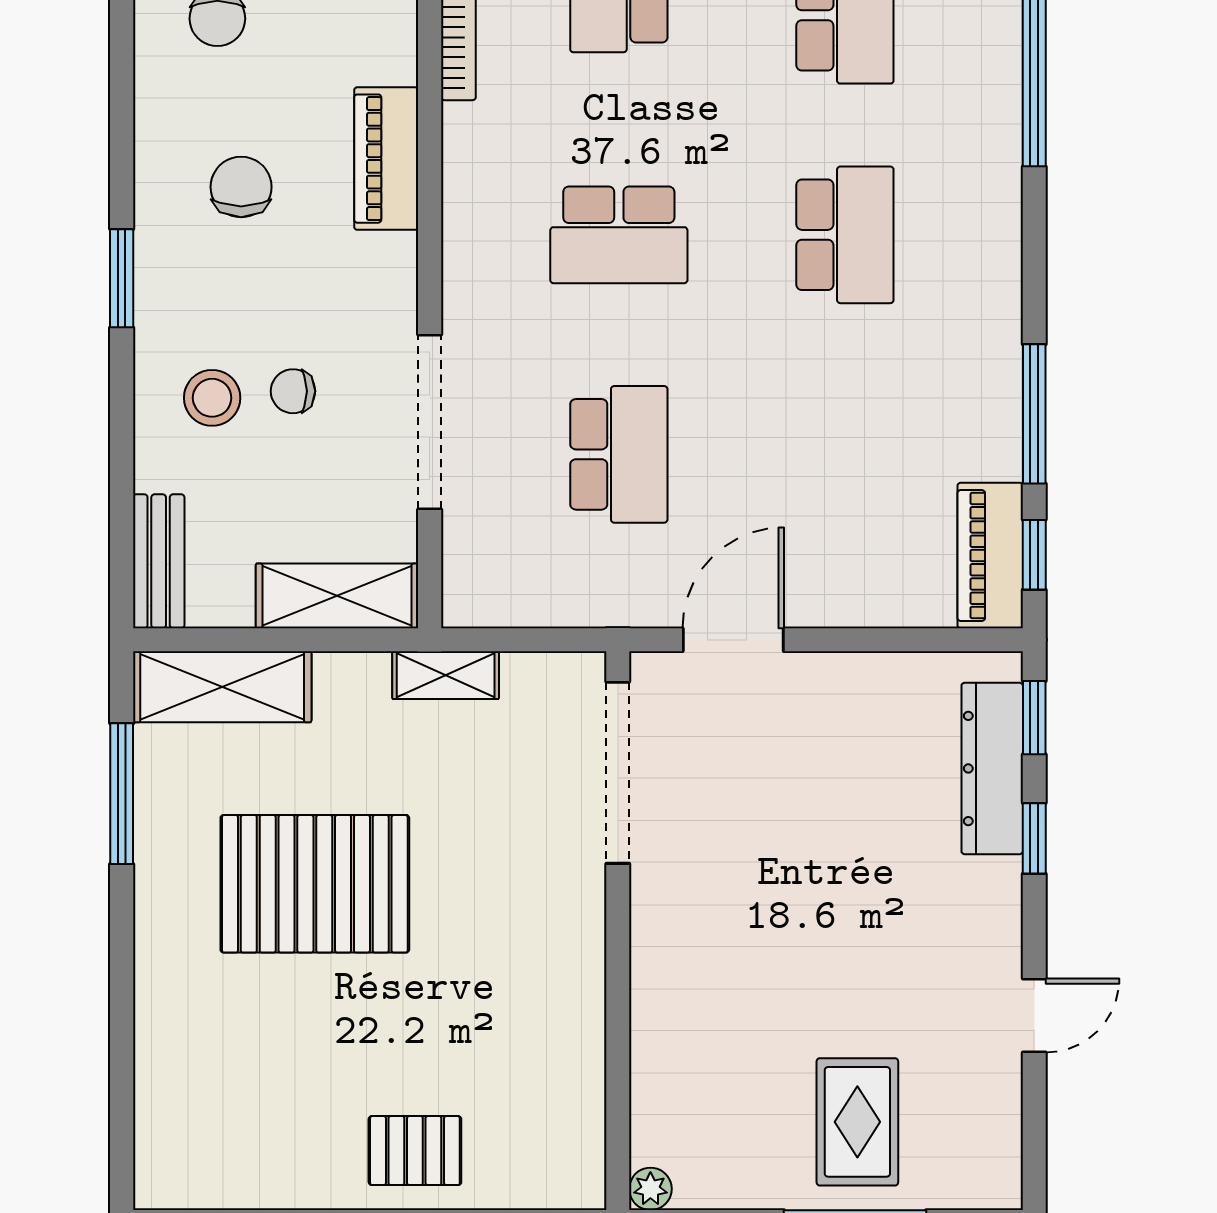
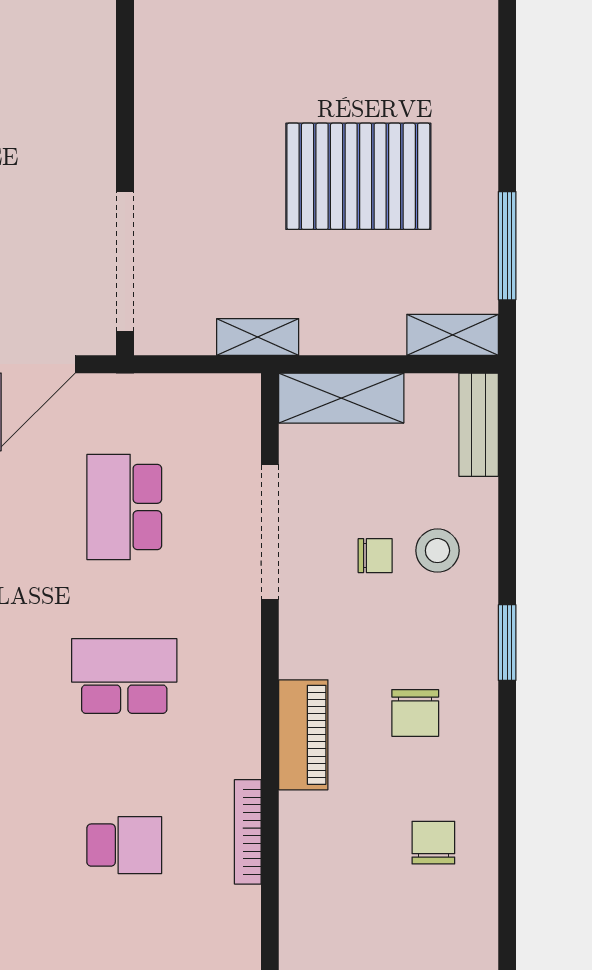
shelving: (222, 687) -> (453, 335), width x0.67, depth x0.75

